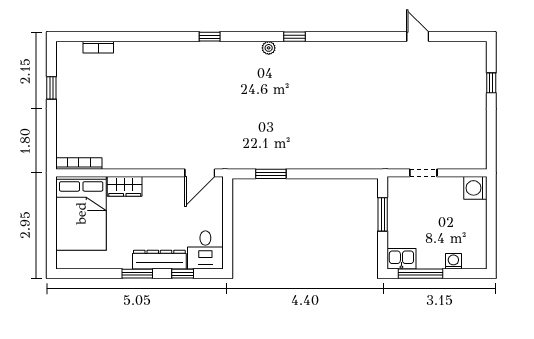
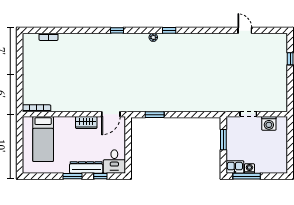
window: (51, 88) -> (20, 62), removed
wardrobe: (125, 186) -> (86, 123), moved
washing machine: (475, 188) -> (269, 123), moved, turned -90
bed: (81, 213) -> (43, 139), width x0.67
washing machine: (453, 261) -> (249, 168), moved

